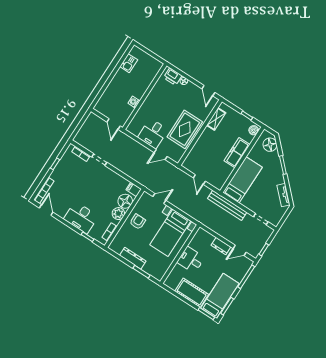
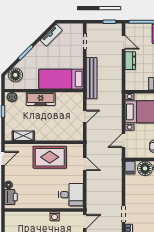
desk: (153, 133) -> (71, 195), moved
door: (159, 198) -> (124, 140), hinge flipped

